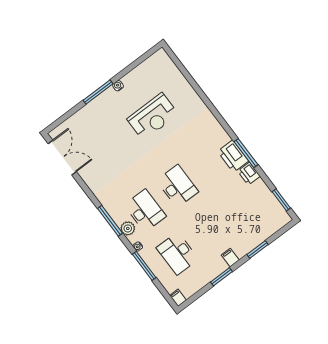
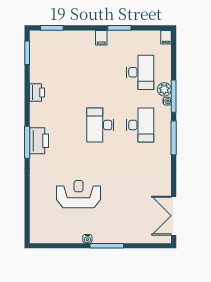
window: (246, 153) -> (27, 142), moved
printer: (233, 156) -> (39, 141), moved
desk: (145, 211) -> (140, 125), turned 180
plant: (128, 228) -> (164, 89), moved
window: (258, 250) -> (52, 28), moved
window: (144, 266) -> (174, 96), moved

